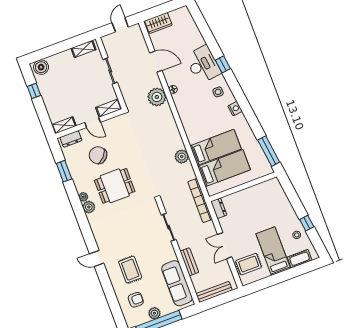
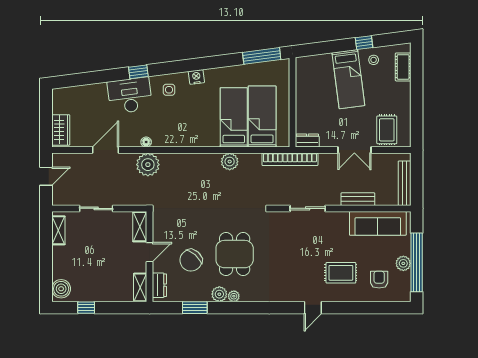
door: (120, 25) -> (46, 176), swing flipped
plant: (89, 207) -> (219, 294), moved
bed: (273, 251) -> (348, 79), moved, turned -97

